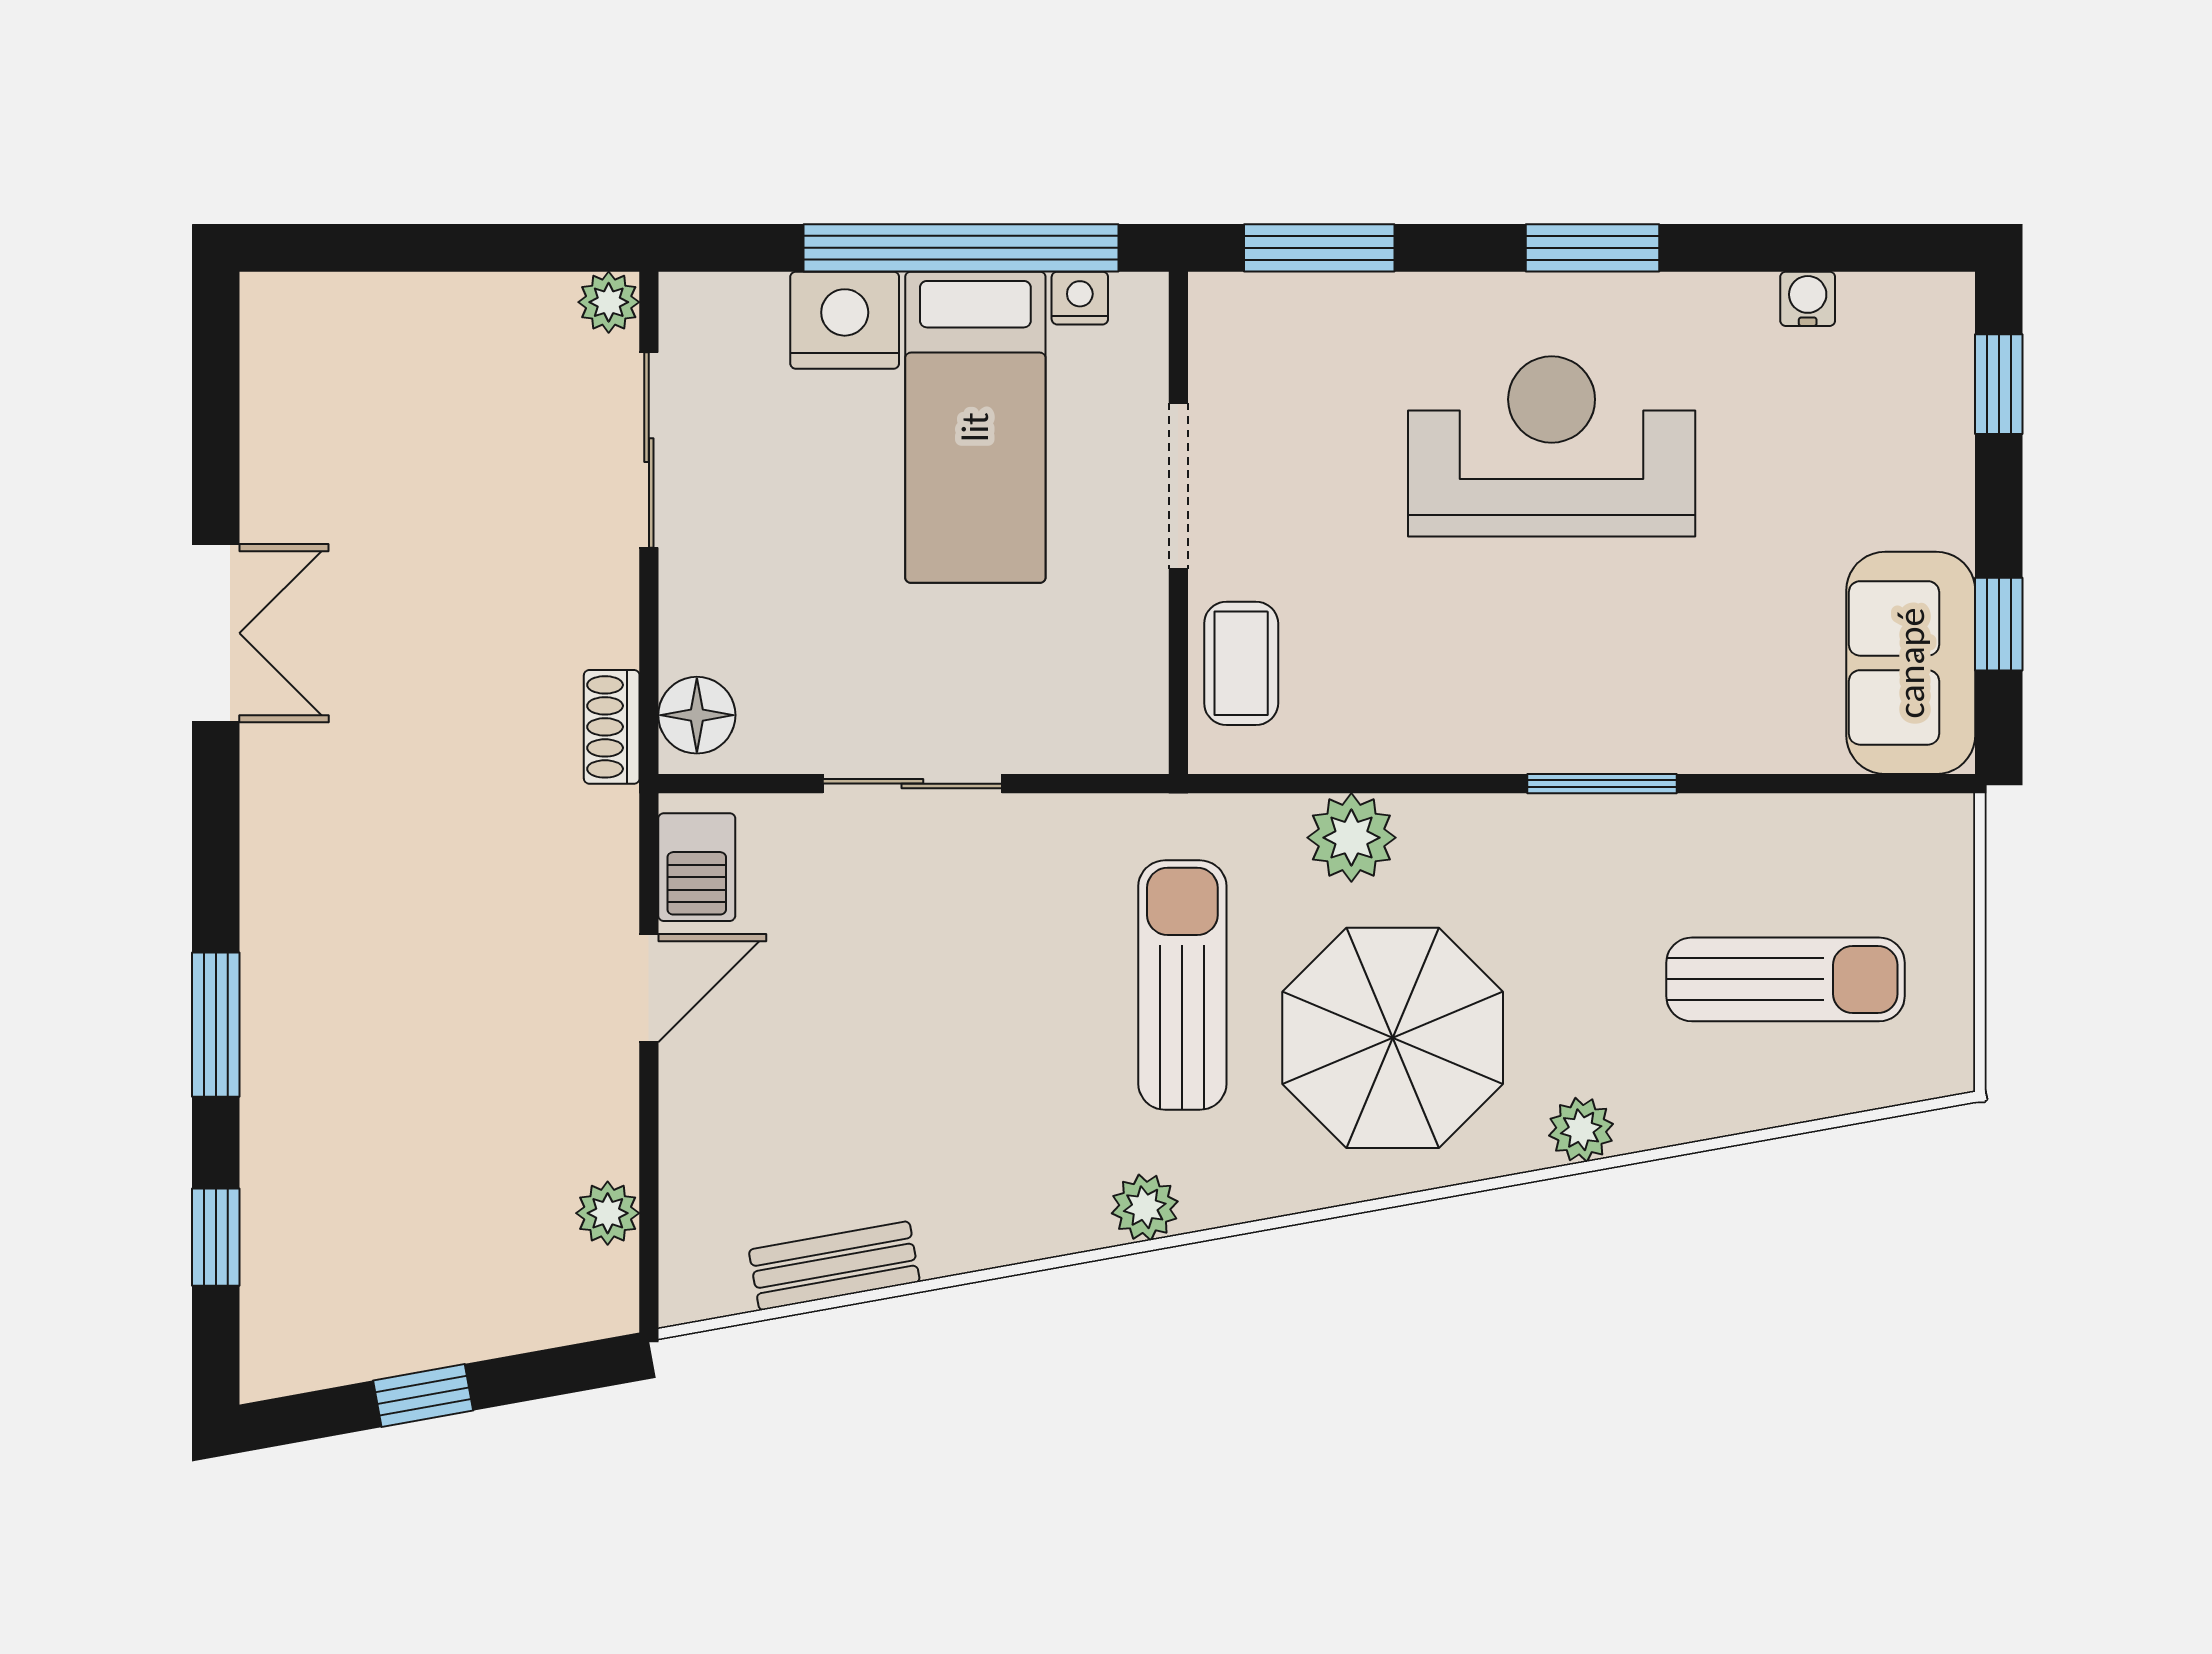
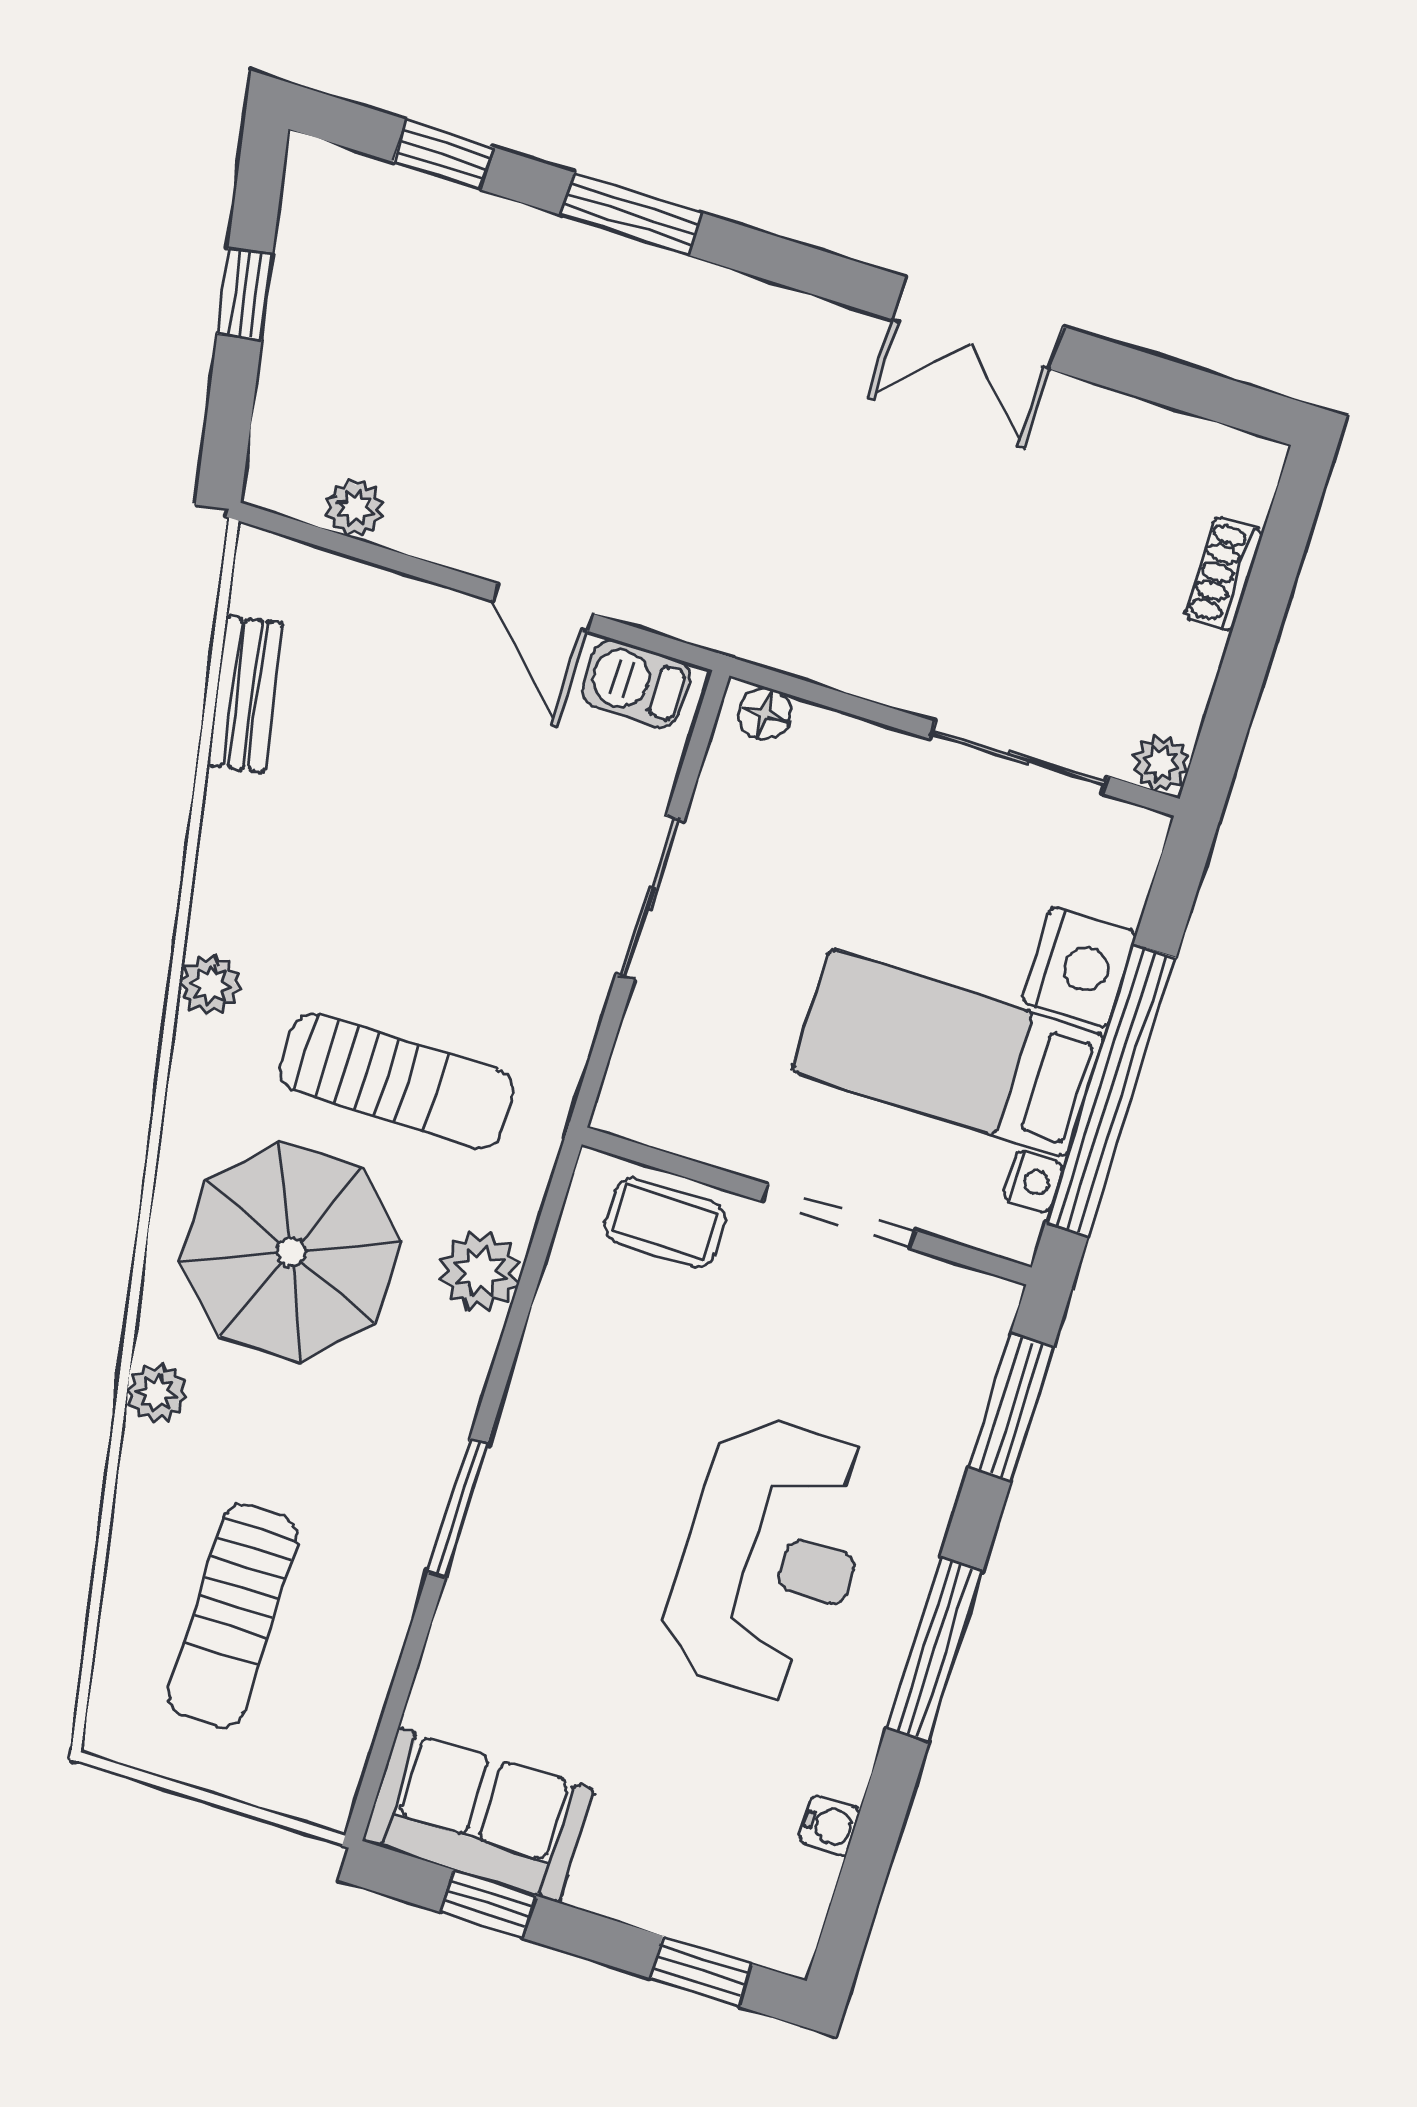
window: (1593, 248) -> (935, 1649), width x1.44
floor lamp: (697, 715) -> (764, 714), width x0.73, depth x0.73
shoe rack: (612, 727) -> (1224, 574), moved, turned -90

